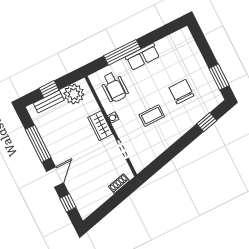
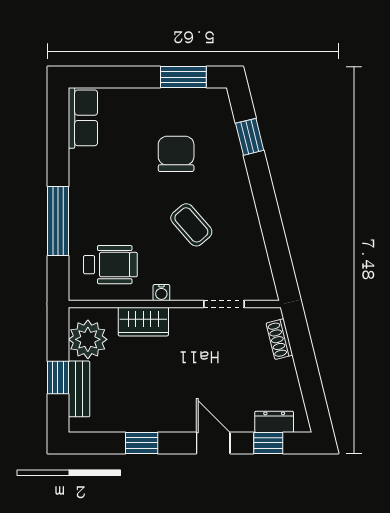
row of seats: (143, 57) -> (83, 118), moved
chair: (181, 92) -> (176, 154), turned 90
coffee table: (152, 116) -> (191, 225), turned -41
wardrobe: (100, 126) -> (143, 322), moved
window: (38, 144) -> (142, 443), width x0.46
dresser: (79, 201) -> (274, 422), added

